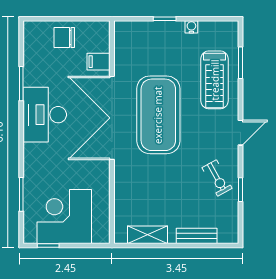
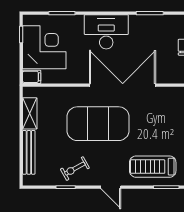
filing cabinet: (99, 62) -> (32, 77), moved, turned 90
desk: (45, 115) -> (106, 32), moved
exercise mat: (158, 115) -> (98, 124), moved
bench: (197, 236) -> (29, 152), width x1.36

